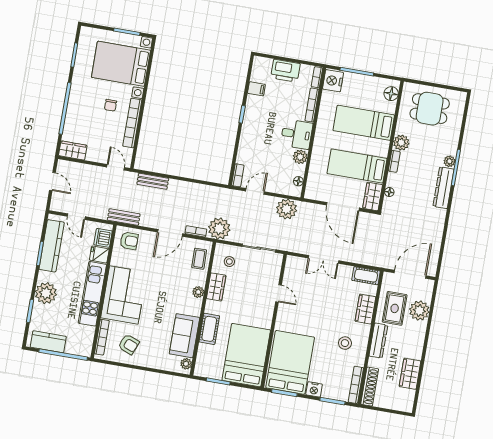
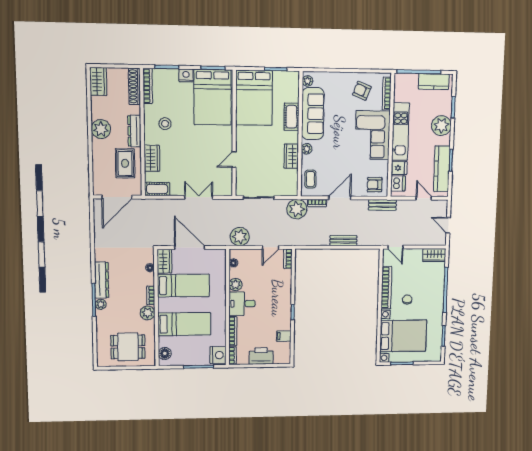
bench: (153, 181) -> (343, 241), moved
stool: (229, 262) -> (283, 181), removed
door: (279, 293) -> (234, 160), hinge flipped
plant: (419, 311) -> (101, 129), moved
sofa: (184, 336) -> (313, 114), width x1.36
wardrobe: (410, 374) -> (98, 81), moved

